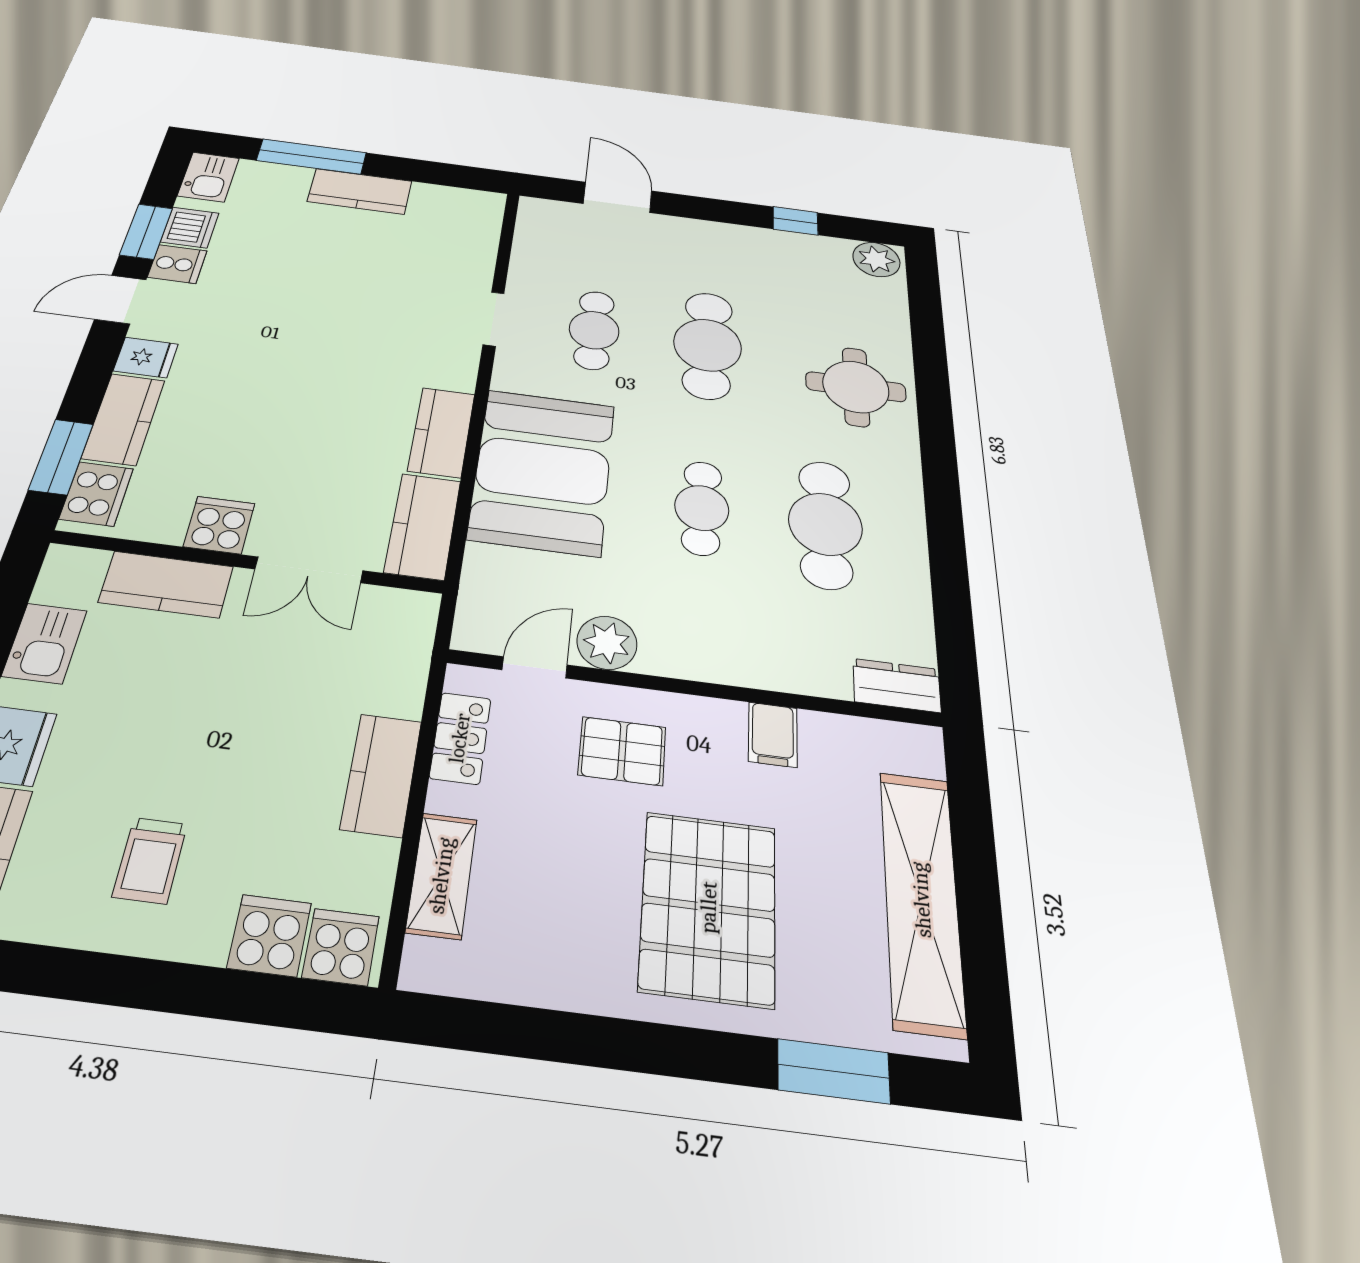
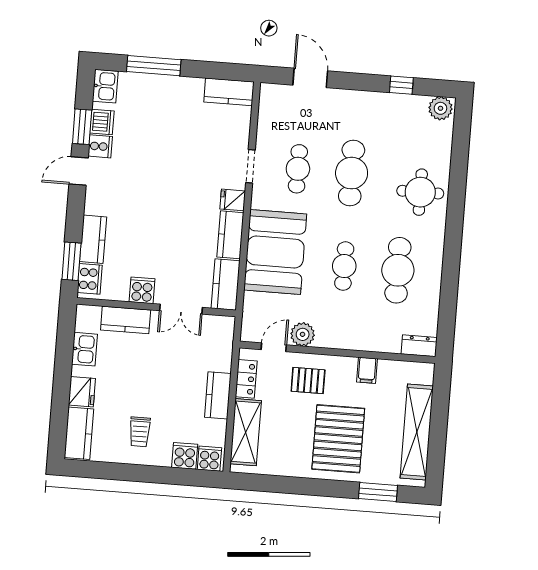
kitchen counter: (360, 191) -> (229, 92), moved
fridge: (146, 357) -> (233, 200), moved, turned 180
shelving: (442, 875) -> (246, 432), width x1.50, depth x1.33

